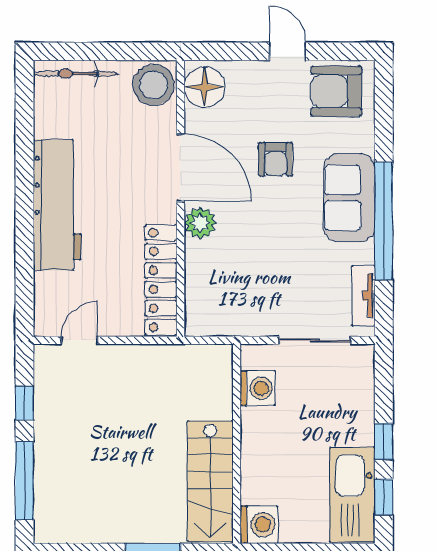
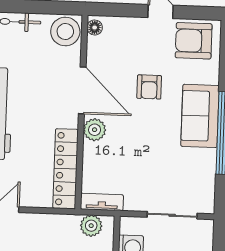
floor lamp: (205, 87) -> (95, 27), width x0.53, depth x0.53
tv unit: (363, 296) -> (102, 202), moved, turned 90
plant: (200, 359) -> (91, 226), added

